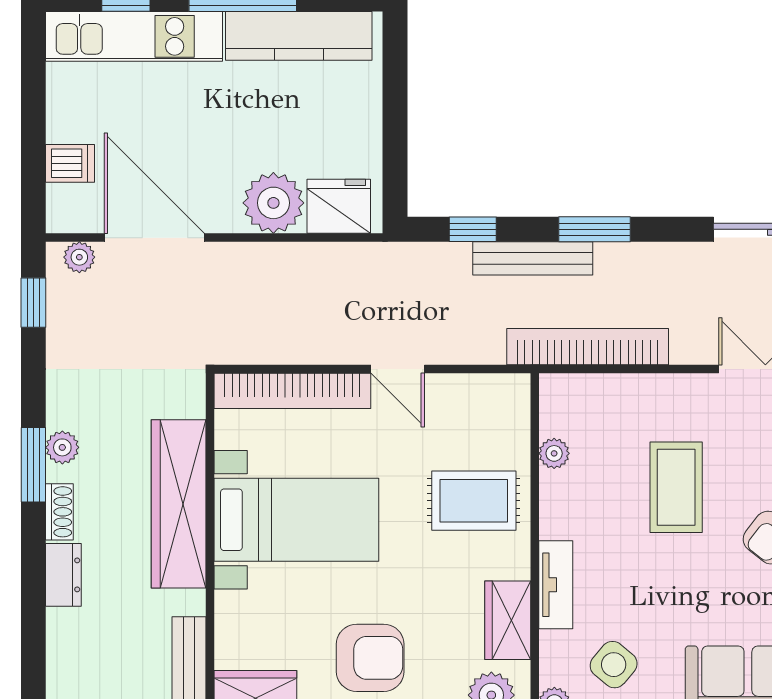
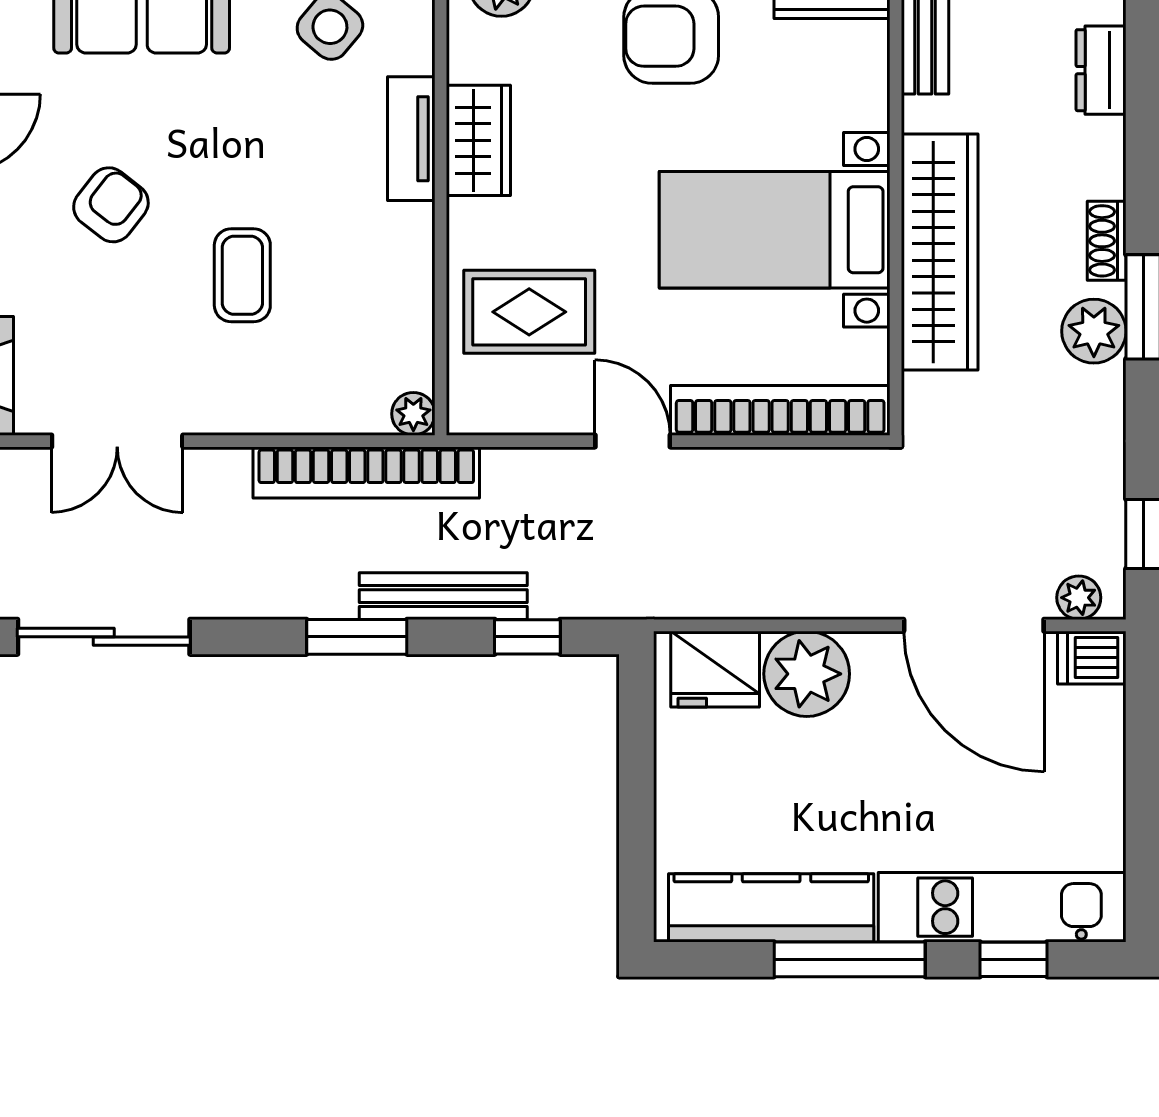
dishwasher: (70, 163) -> (1092, 658), moved
plant: (62, 447) -> (1094, 331), width x1.38, depth x1.38
plant: (554, 453) -> (413, 414), moved
coffee table: (676, 487) -> (242, 275), width x0.73, depth x0.77
rug: (474, 501) -> (529, 312), moved
dresser: (63, 575) -> (1101, 70), moved
wardrobe: (508, 620) -> (478, 140), moved

